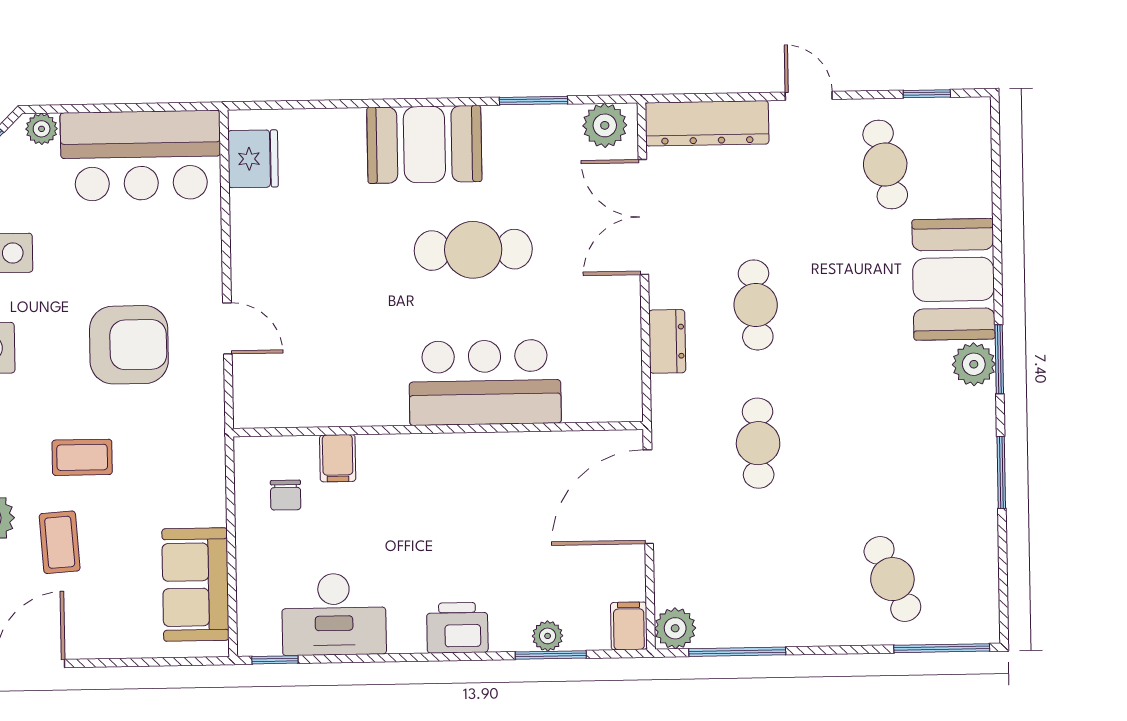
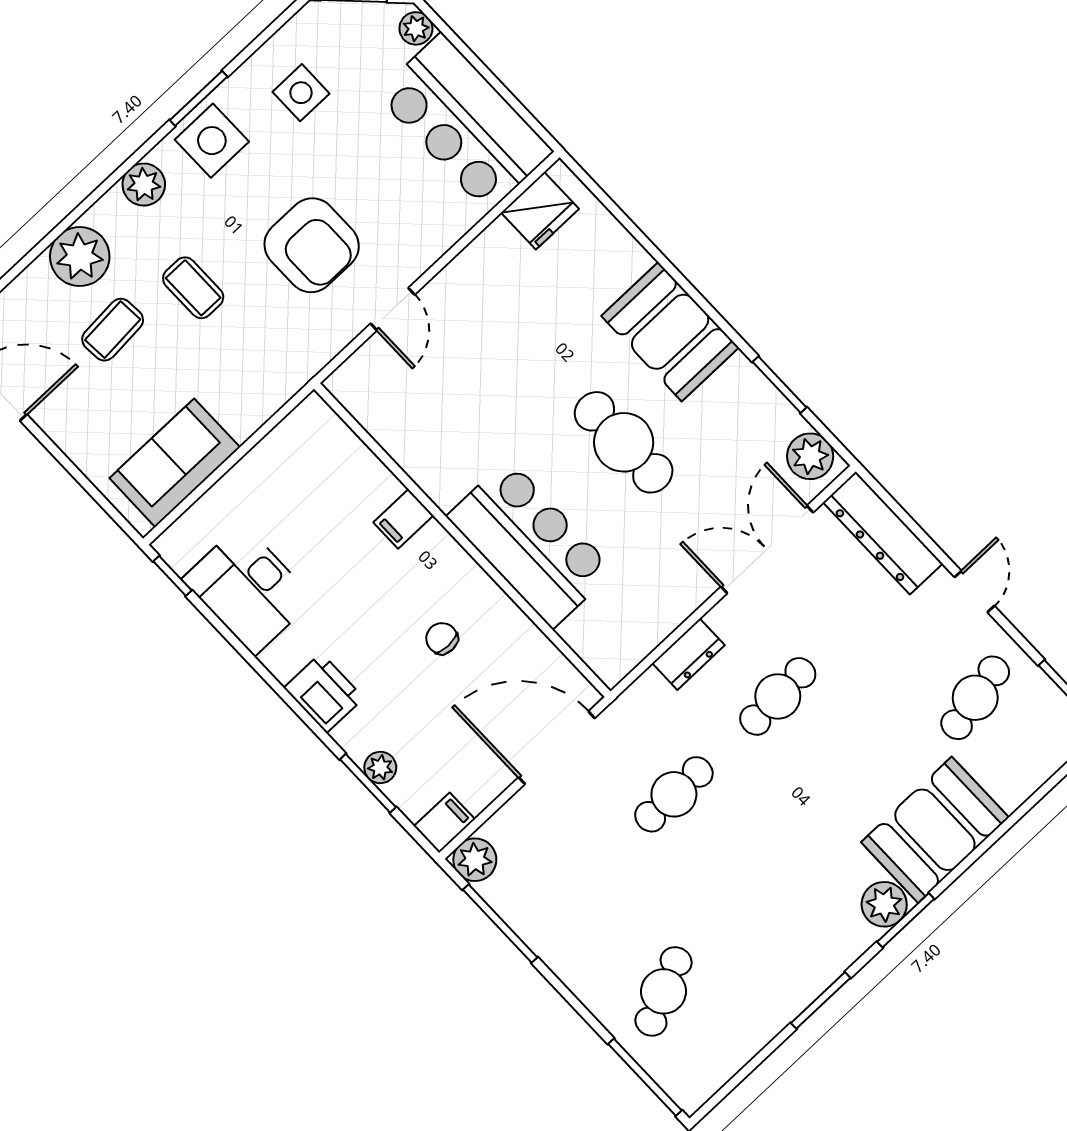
filing cabinet: (338, 458) -> (403, 519), moved
chair: (286, 495) -> (442, 638), moved, turned 90

